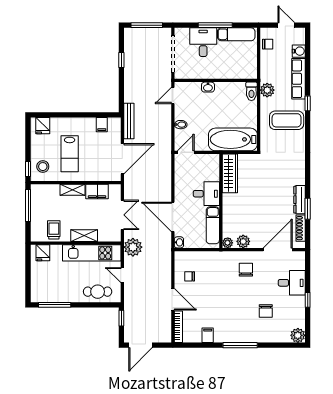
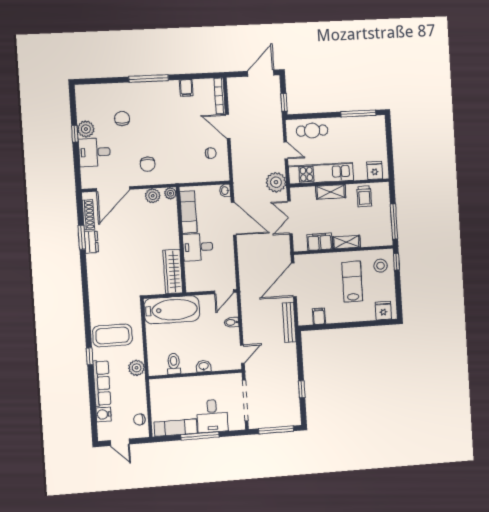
toilet: (251, 91) -> (174, 364), moved
dresser: (300, 200) -> (91, 242), width x0.70
plant: (298, 335) -> (86, 129), moved

